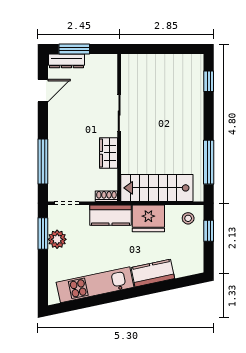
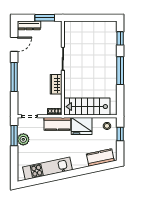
window: (74, 49) -> (45, 18), moved
window: (43, 161) -> (14, 77), moved
window: (209, 162) -> (120, 71), moved
kitchen counter: (153, 273) -> (100, 158), moved

